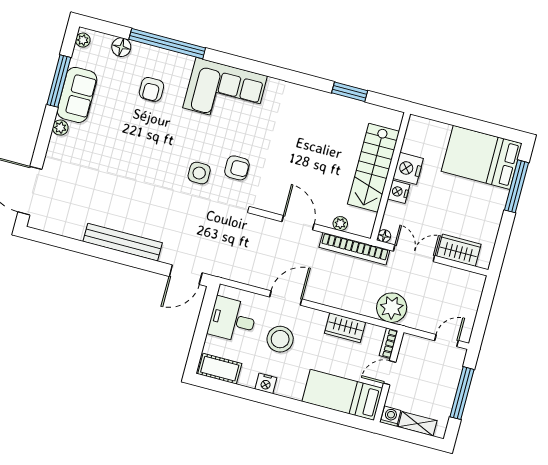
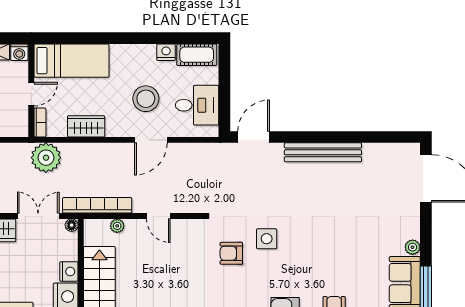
door: (298, 223) -> (158, 216), width x0.73
double door: (414, 253) -> (38, 216), swing flipped
nightstand: (266, 383) -> (166, 52), moved

